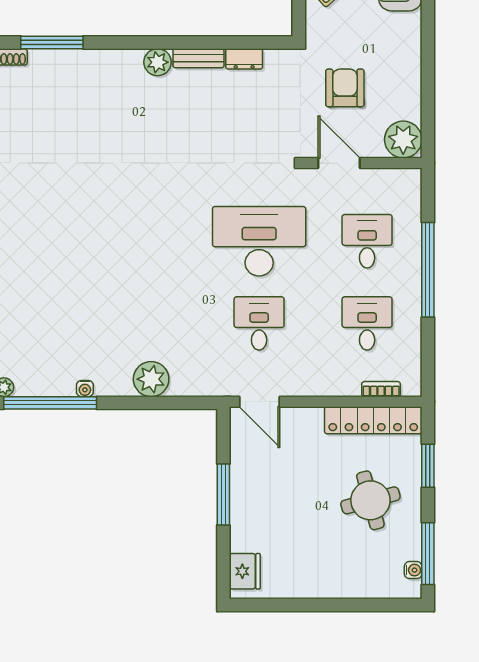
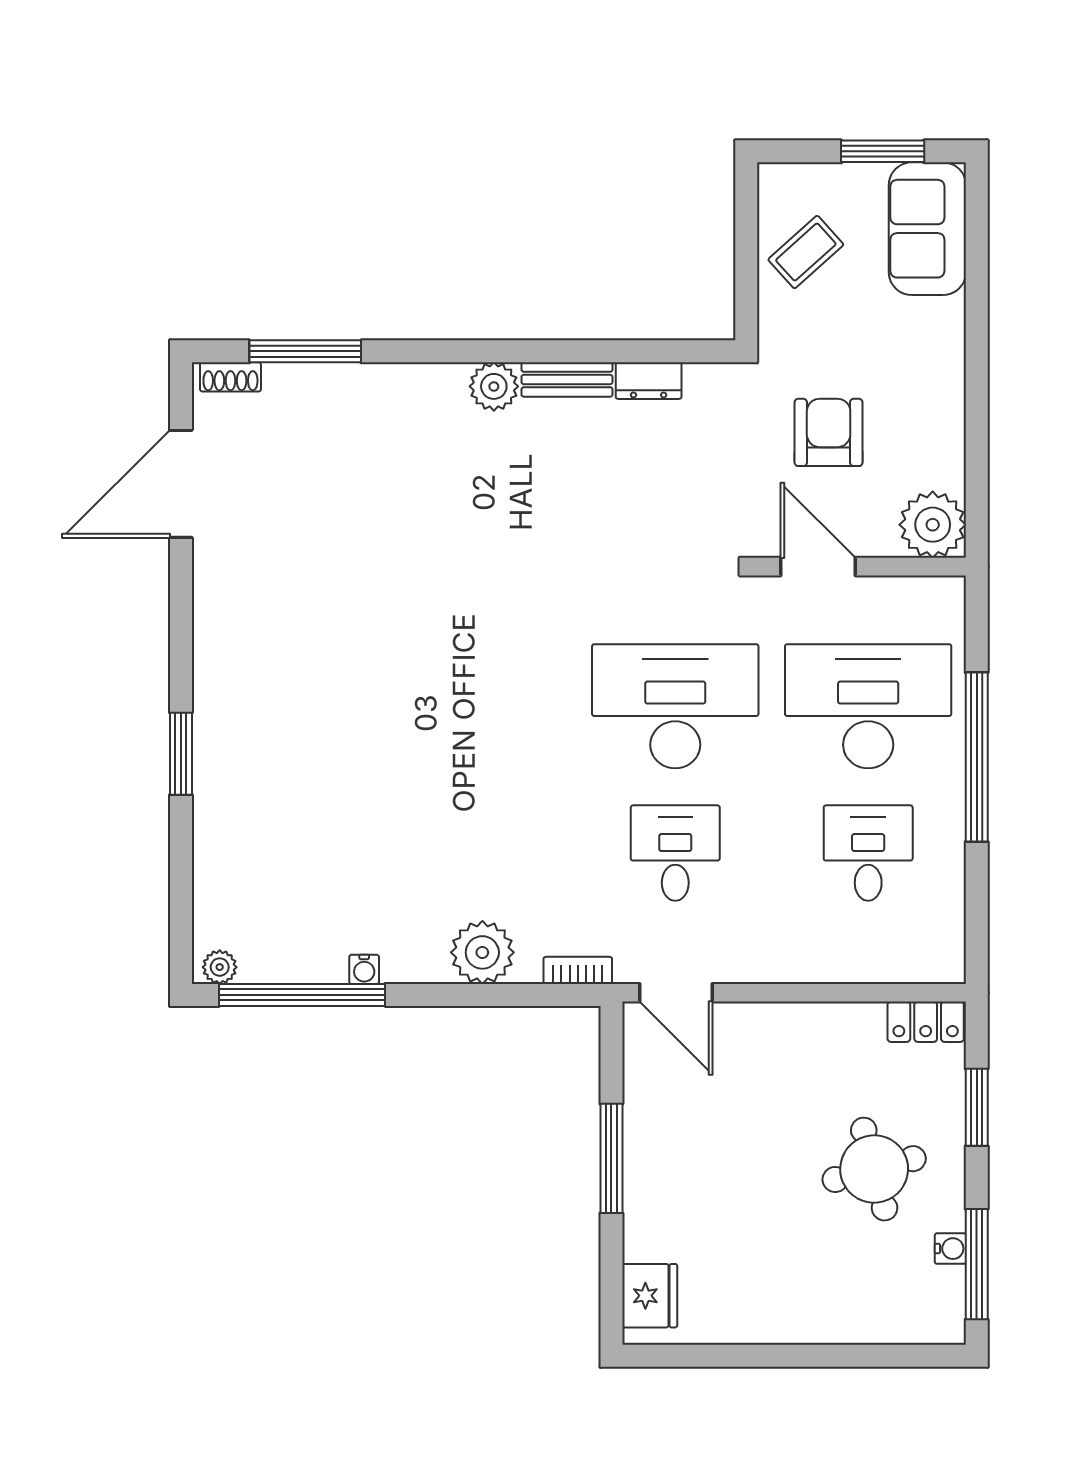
desk: (367, 241) -> (868, 706), width x1.87, depth x1.30
bookcase: (381, 389) -> (578, 970), moved
locker: (373, 420) -> (926, 1022), width x0.46, depth x0.83
water cooler: (413, 570) -> (950, 1249), moved

